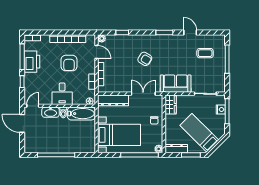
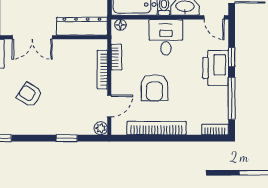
door: (96, 52) -> (109, 106), swing flipped
printer: (32, 62) -> (216, 68), moved
armchair: (69, 63) -> (154, 88), turned 180
door: (33, 106) -> (214, 17), hinge flipped

